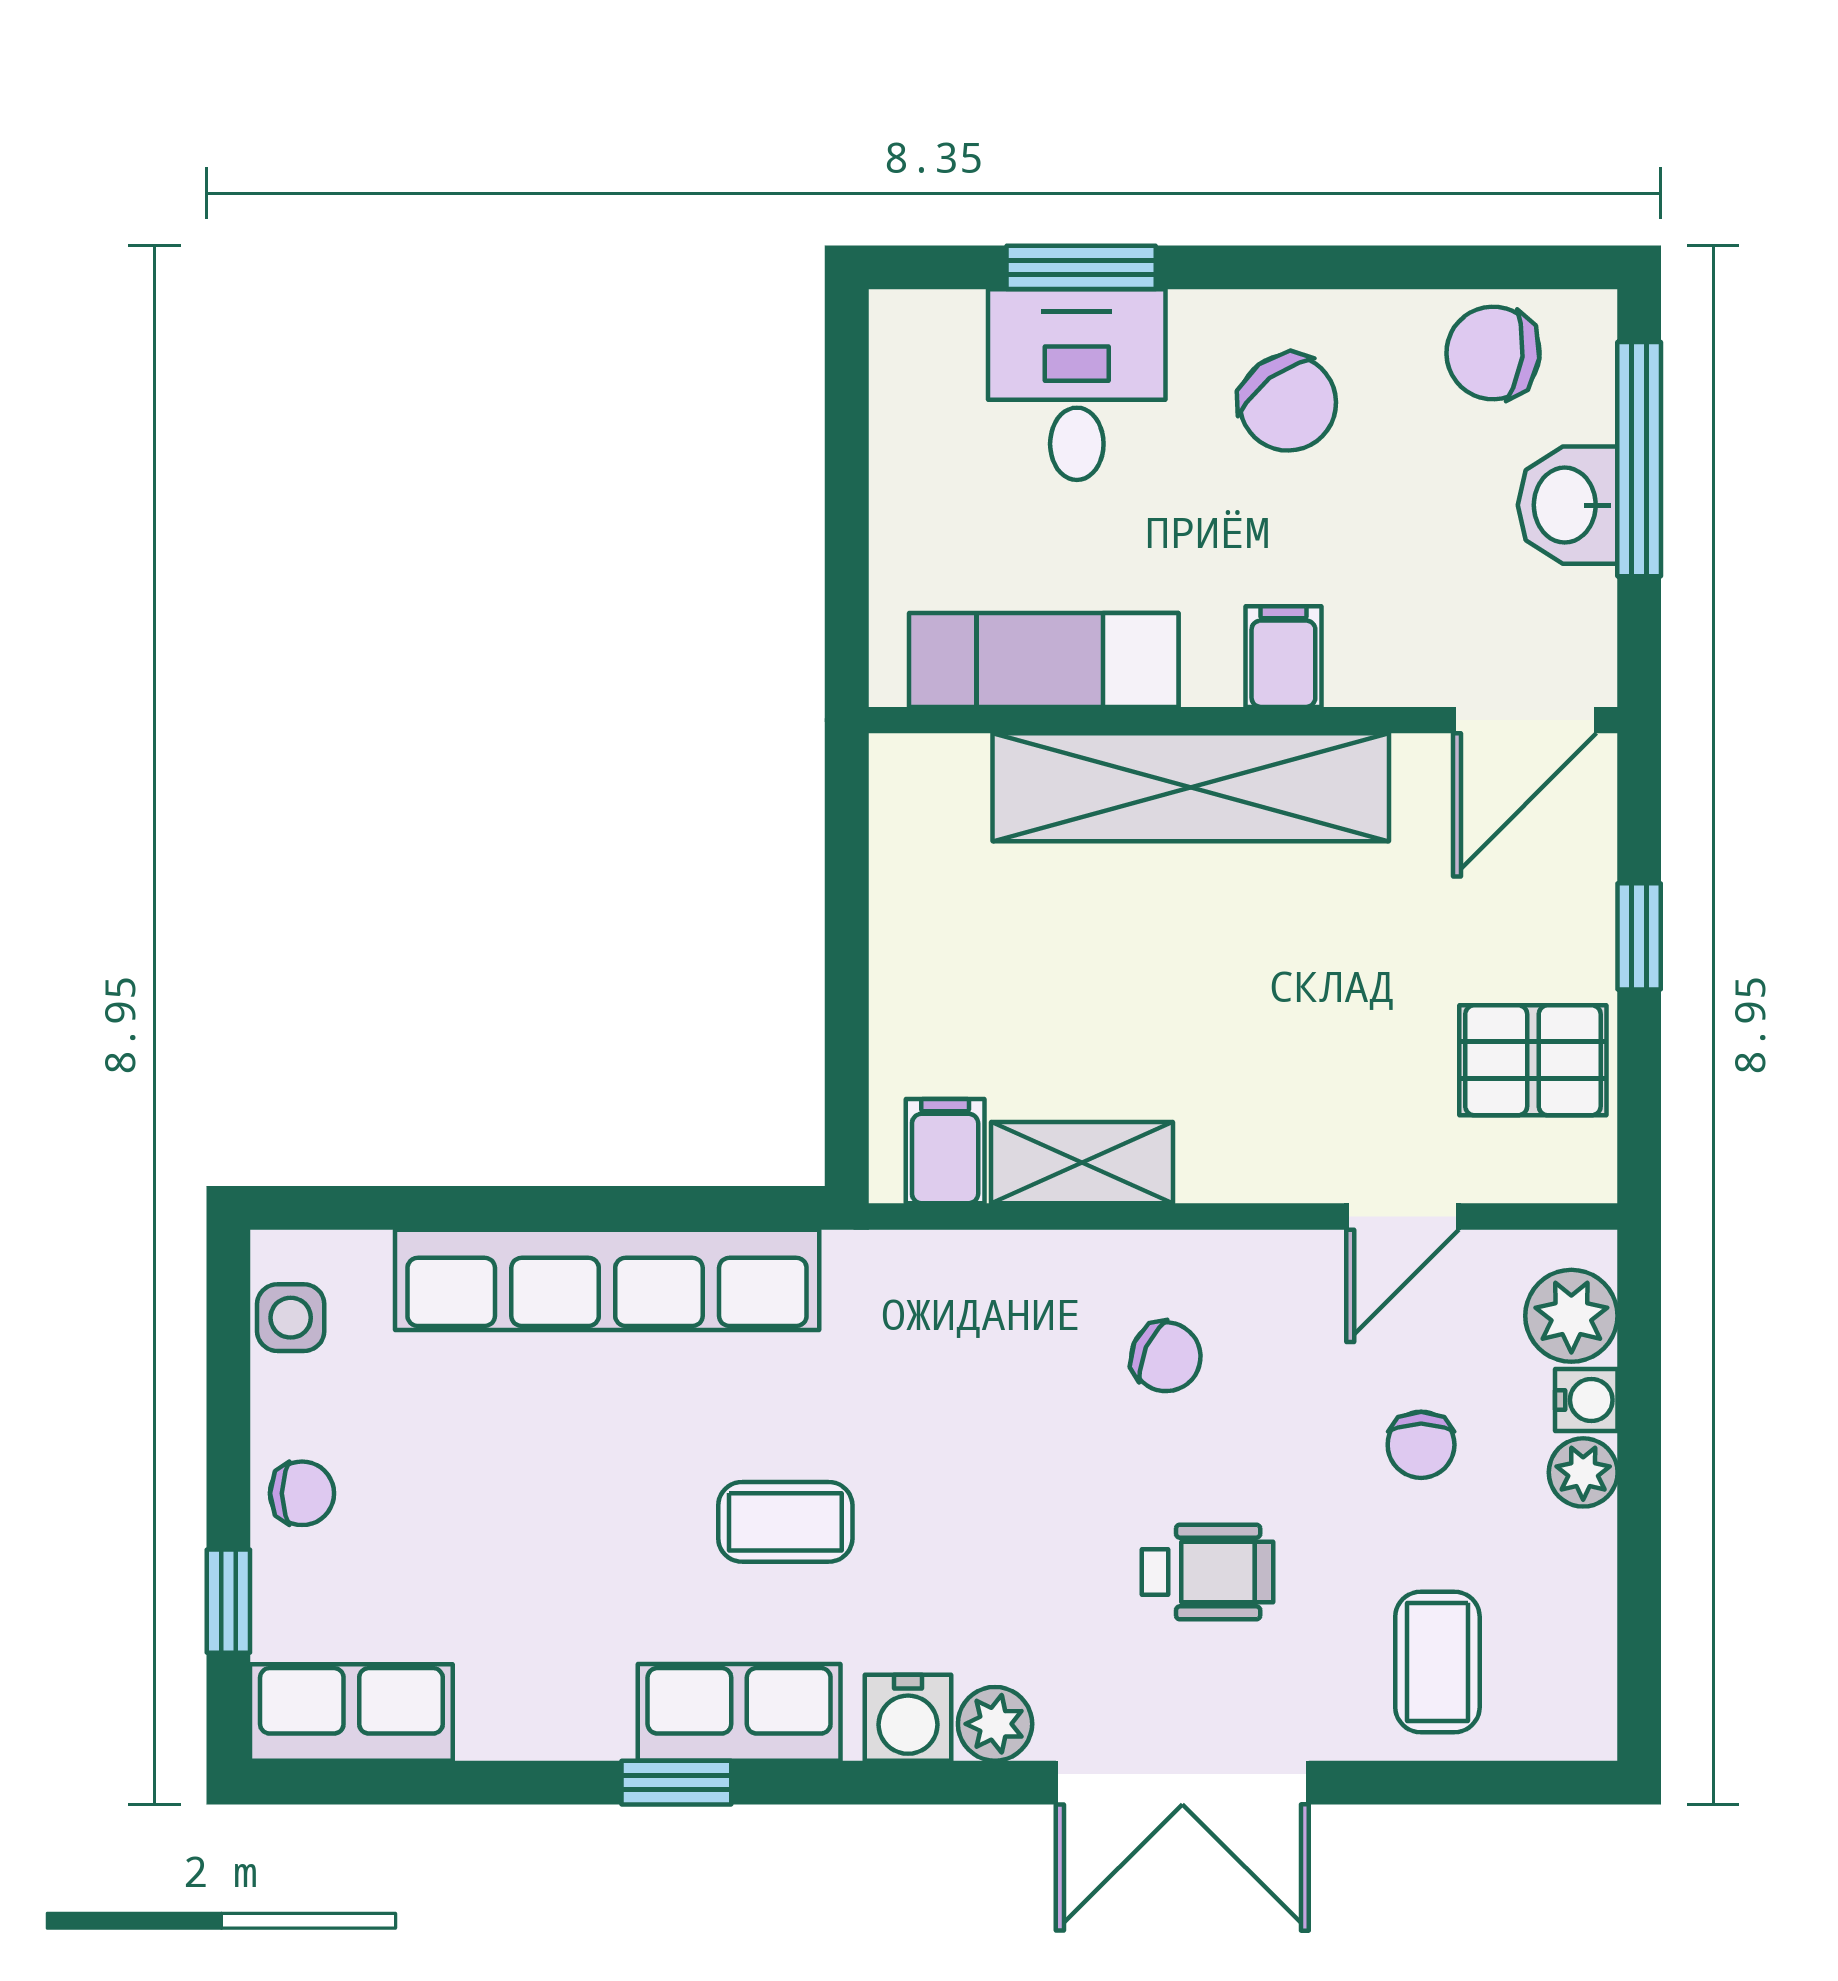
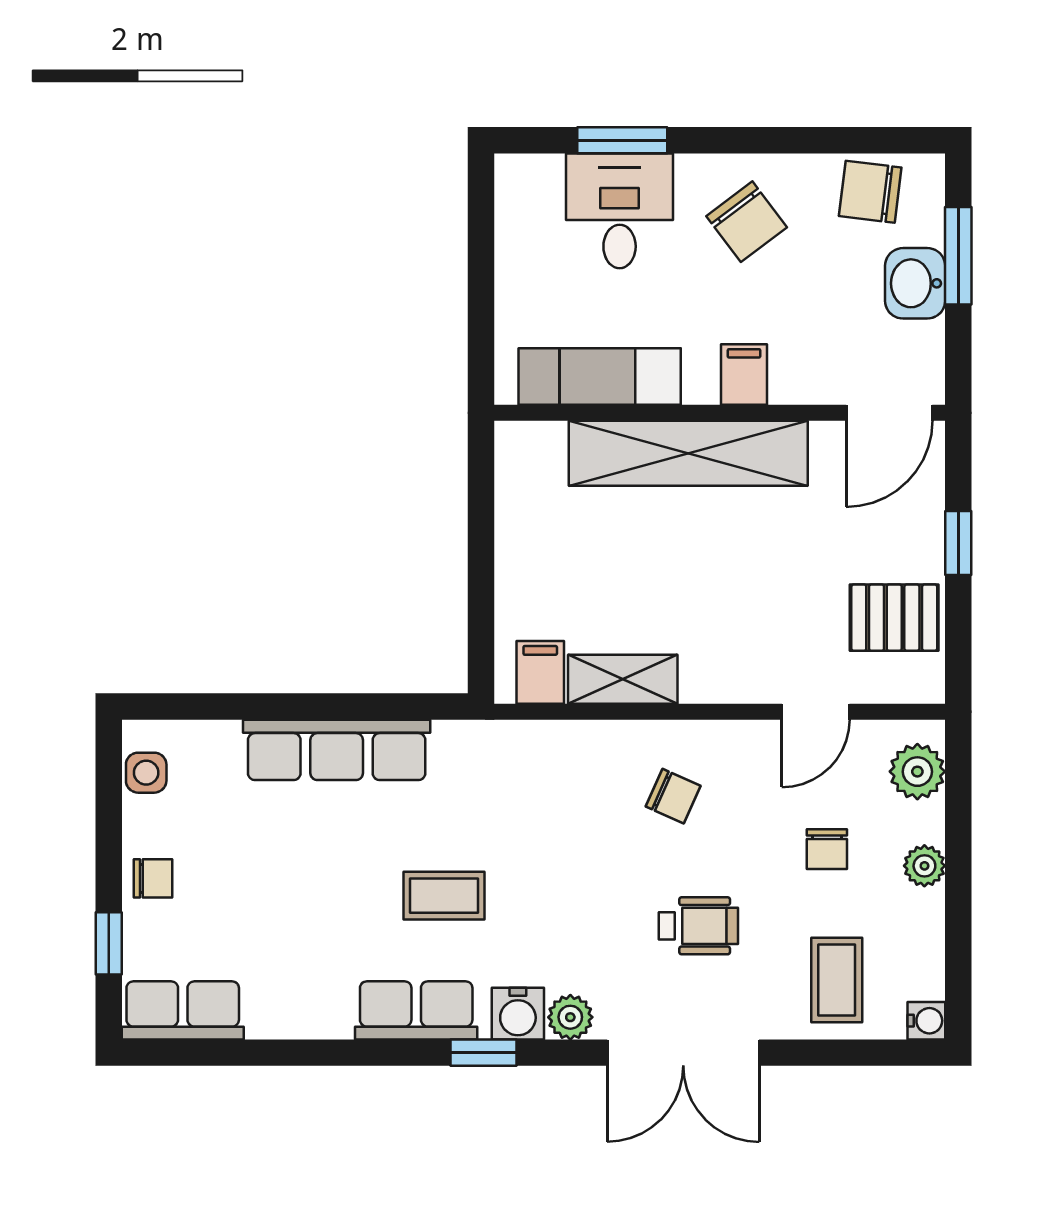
window: (1639, 459) -> (958, 256), width x0.69
row of seats: (607, 1280) -> (337, 750), width x0.73
water cooler: (1586, 1400) -> (926, 1021), moved
window: (676, 1783) -> (483, 1053), moved

